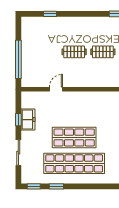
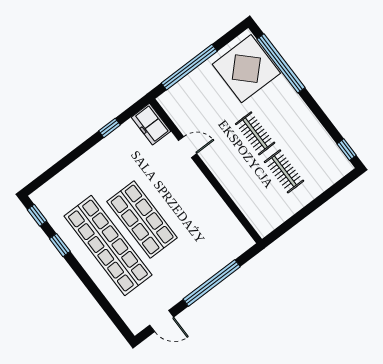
window: (50, 14) -> (281, 63), width x3.17
display table: (40, 32) -> (246, 69), added
freezer: (28, 120) -> (151, 124), moved, turned 90
sliding door: (18, 153) -> (66, 161), removed

